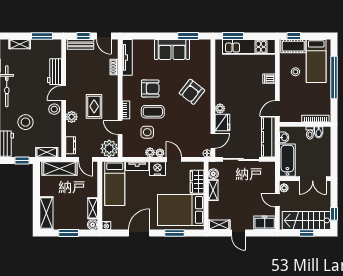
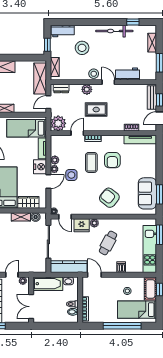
sofa: (172, 49) -> (147, 193), moved
cafe table: (242, 93) -> (108, 243), added
side table: (147, 132) -> (71, 175), moved

